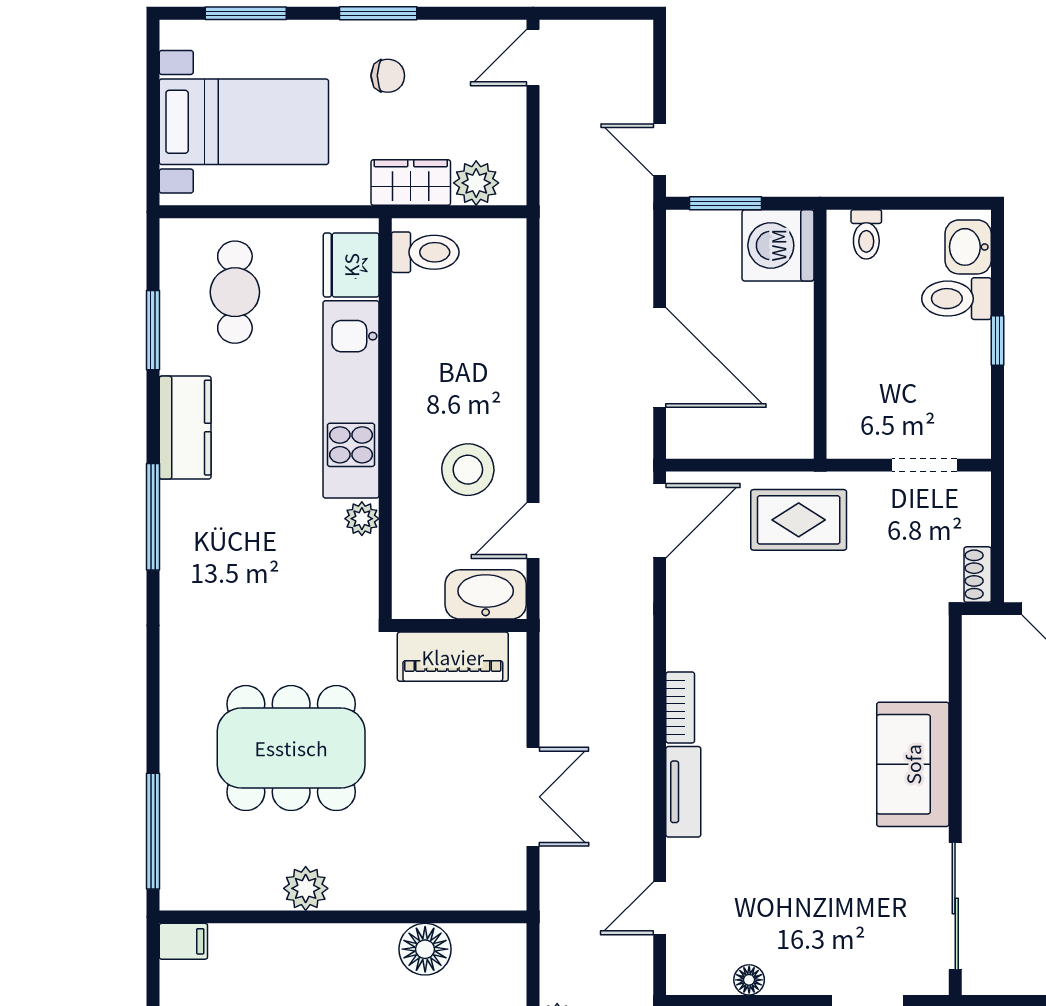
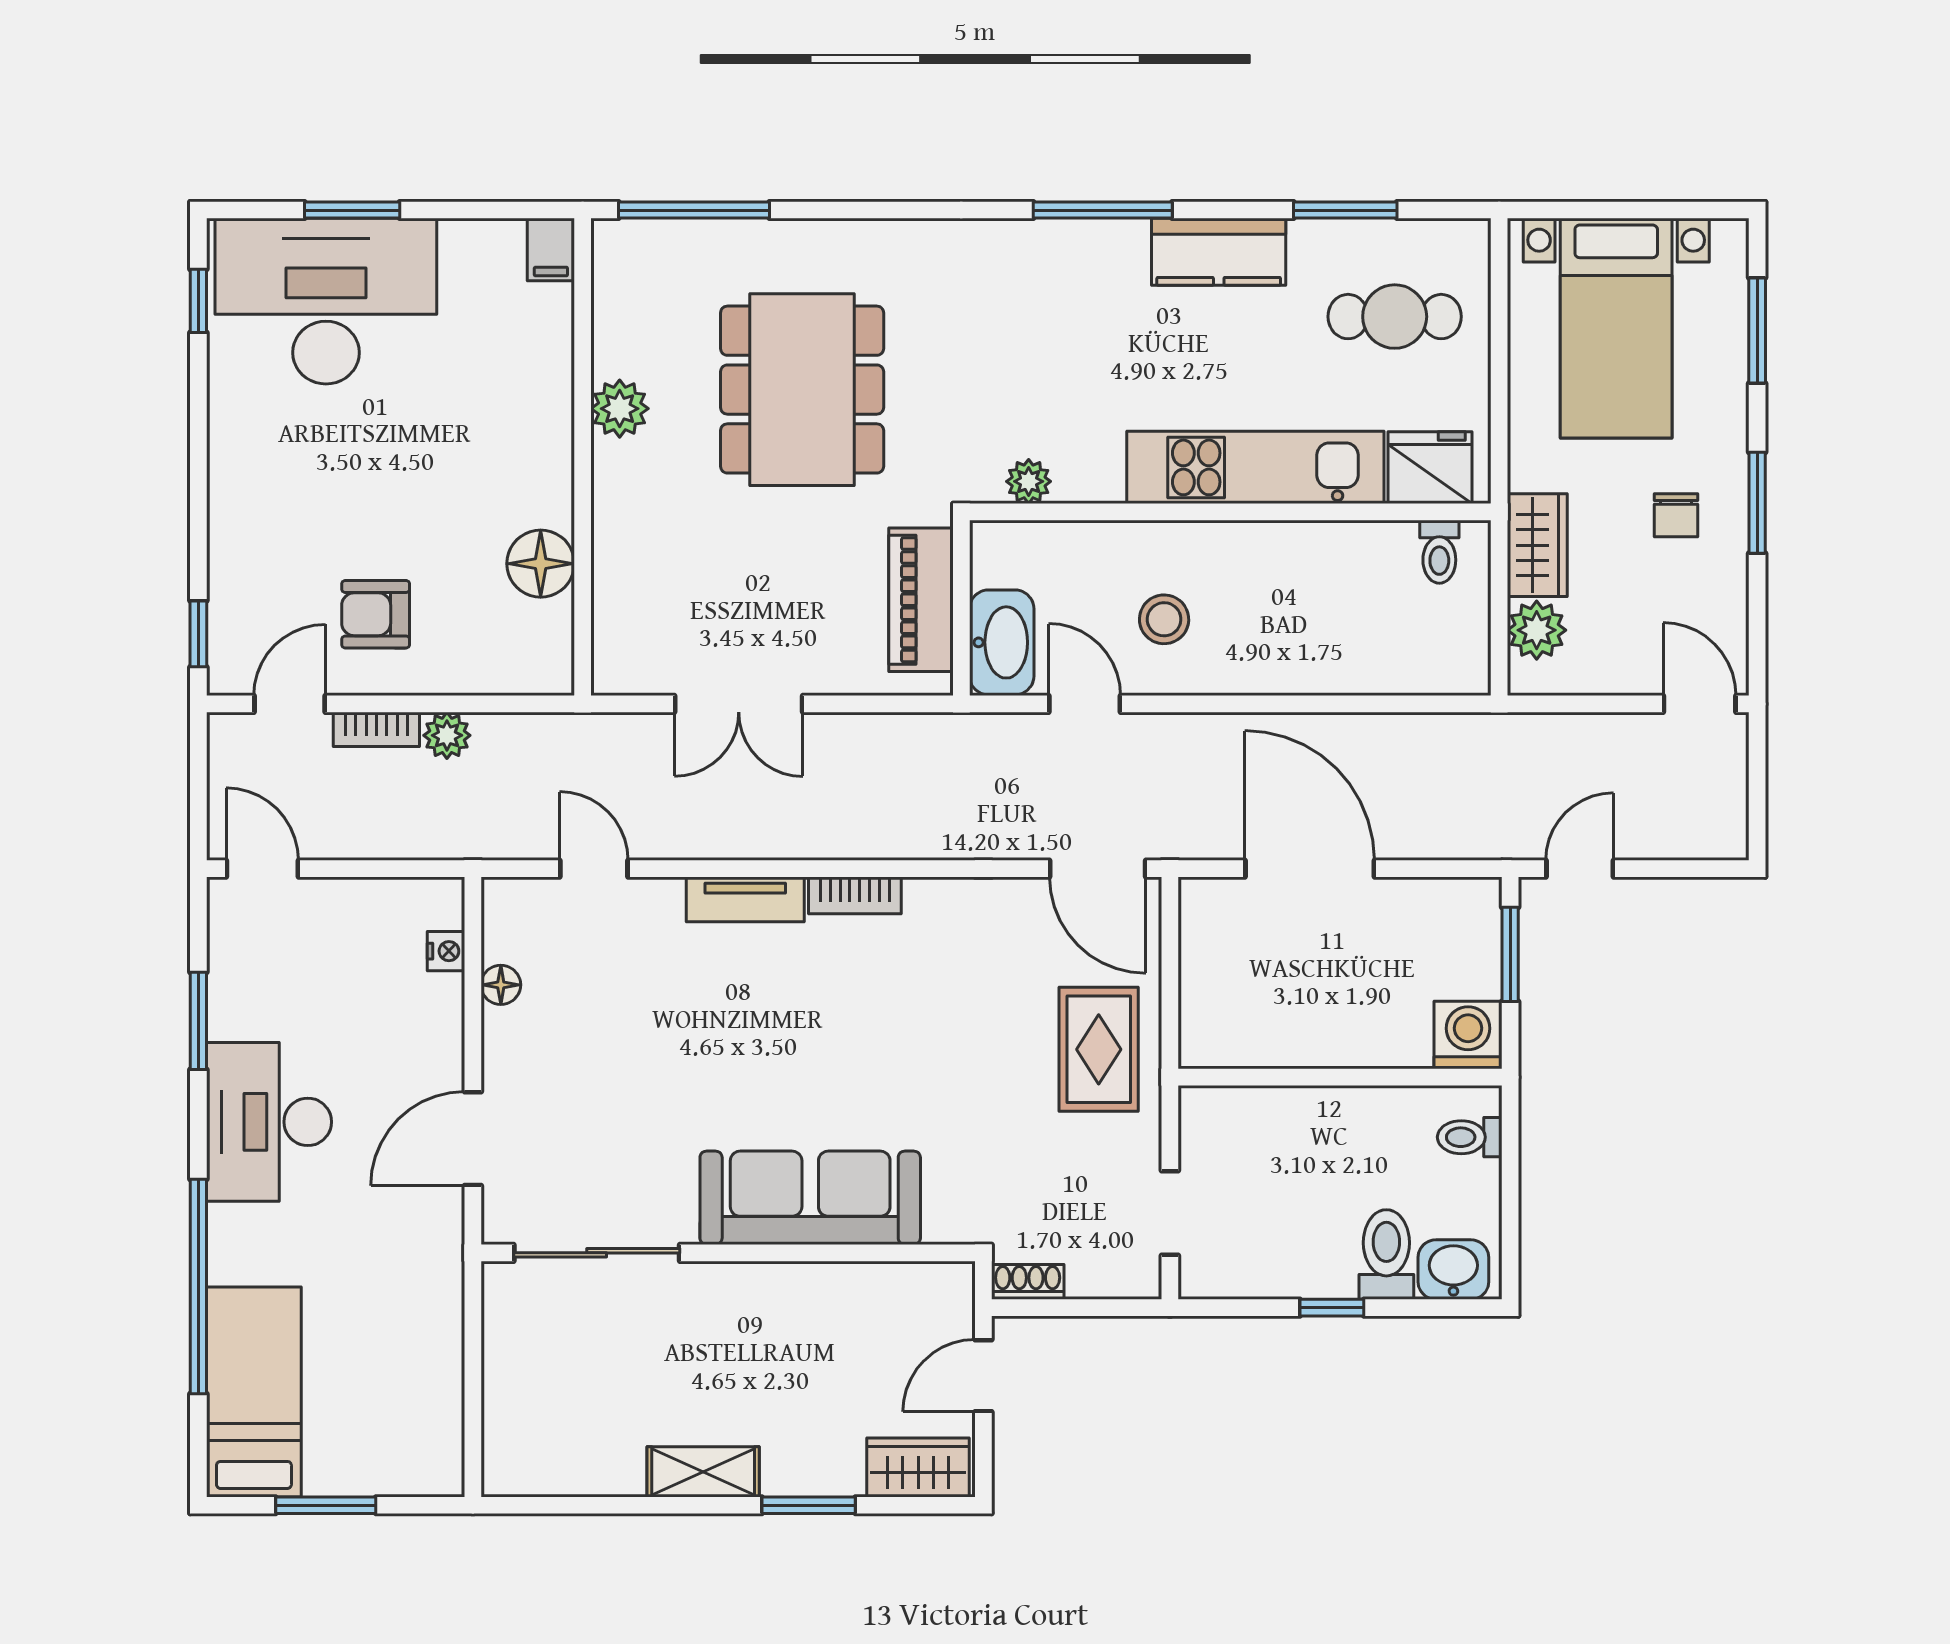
washing machine: (778, 245) -> (1468, 1035), width x0.73, depth x0.73
toilet: (425, 252) -> (1439, 552), width x0.73, depth x0.72
door: (660, 358) -> (1310, 869), swing flipped
stool: (468, 470) -> (1164, 619), width x0.73, depth x0.73
plant: (362, 519) -> (1029, 481), moved
sofa: (913, 764) -> (810, 1198), width x1.36

